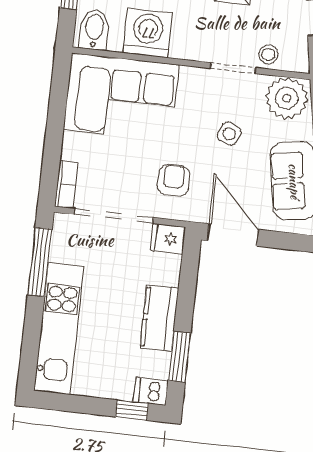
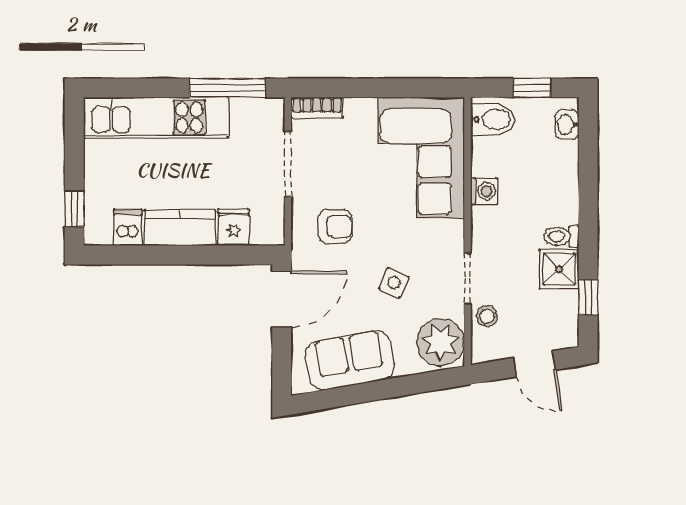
washing machine: (148, 33) -> (484, 191), width x0.53, depth x0.53
doorway: (114, 216) -> (288, 164), width x0.73
fridge: (168, 239) -> (234, 227), moved
window: (179, 357) -> (140, 255), removed
dishwasher: (151, 391) -> (128, 228), moved

